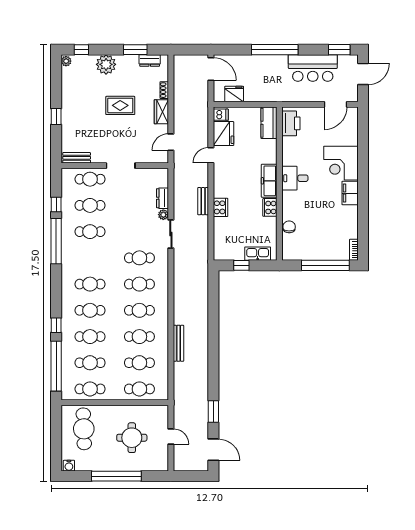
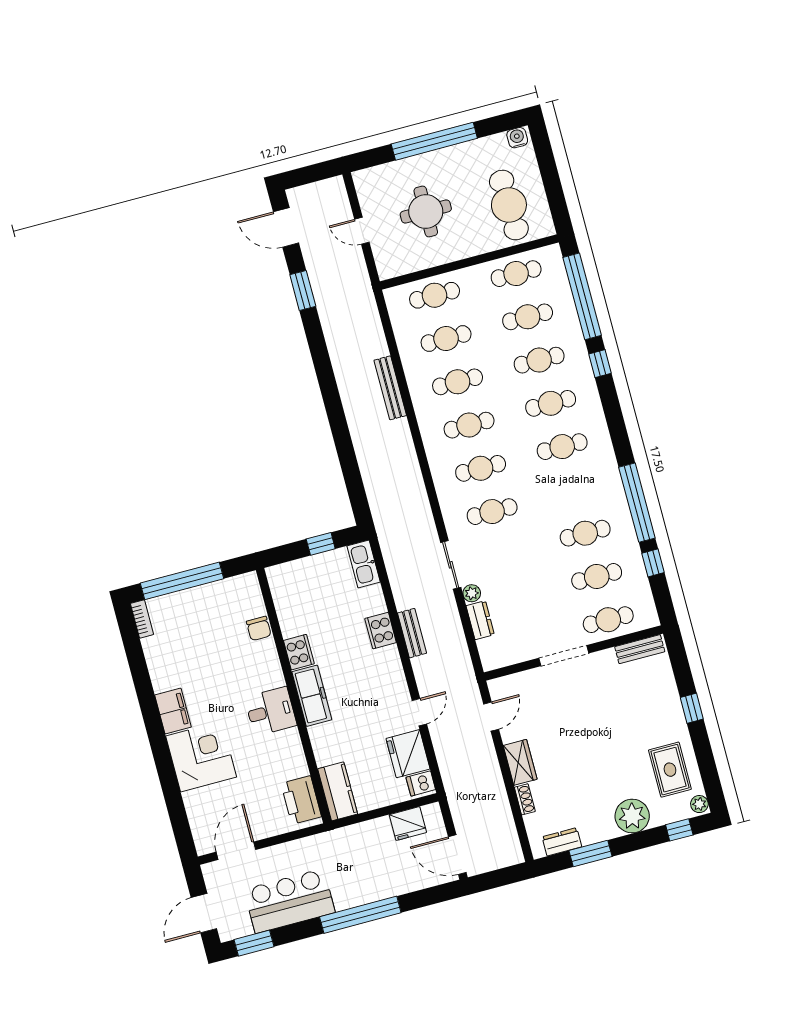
rug: (120, 105) -> (670, 770), moved, turned 90
kitchen sink: (258, 254) -> (364, 564), moved, turned 90

